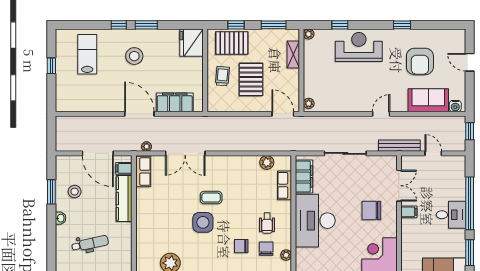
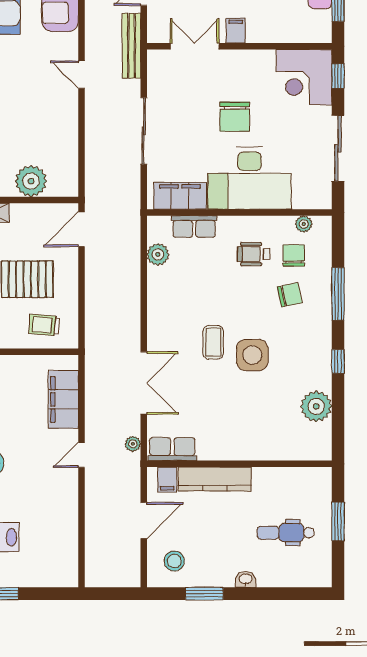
trolley: (222, 76) -> (44, 325), moved
plant: (309, 103) -> (31, 181), moved, width x1.87, depth x1.87
door: (139, 114) -> (81, 455), width x0.53
door: (98, 153) -> (144, 521), width x0.73
stool: (75, 192) -> (174, 561), moved
chair: (371, 211) -> (235, 117), moved
wheelchair: (267, 223) -> (254, 254), turned 180
dental chair: (90, 244) -> (286, 533), turned -78
chair: (241, 246) -> (290, 295), turned -102
chair: (266, 249) -> (294, 256), turned 90

